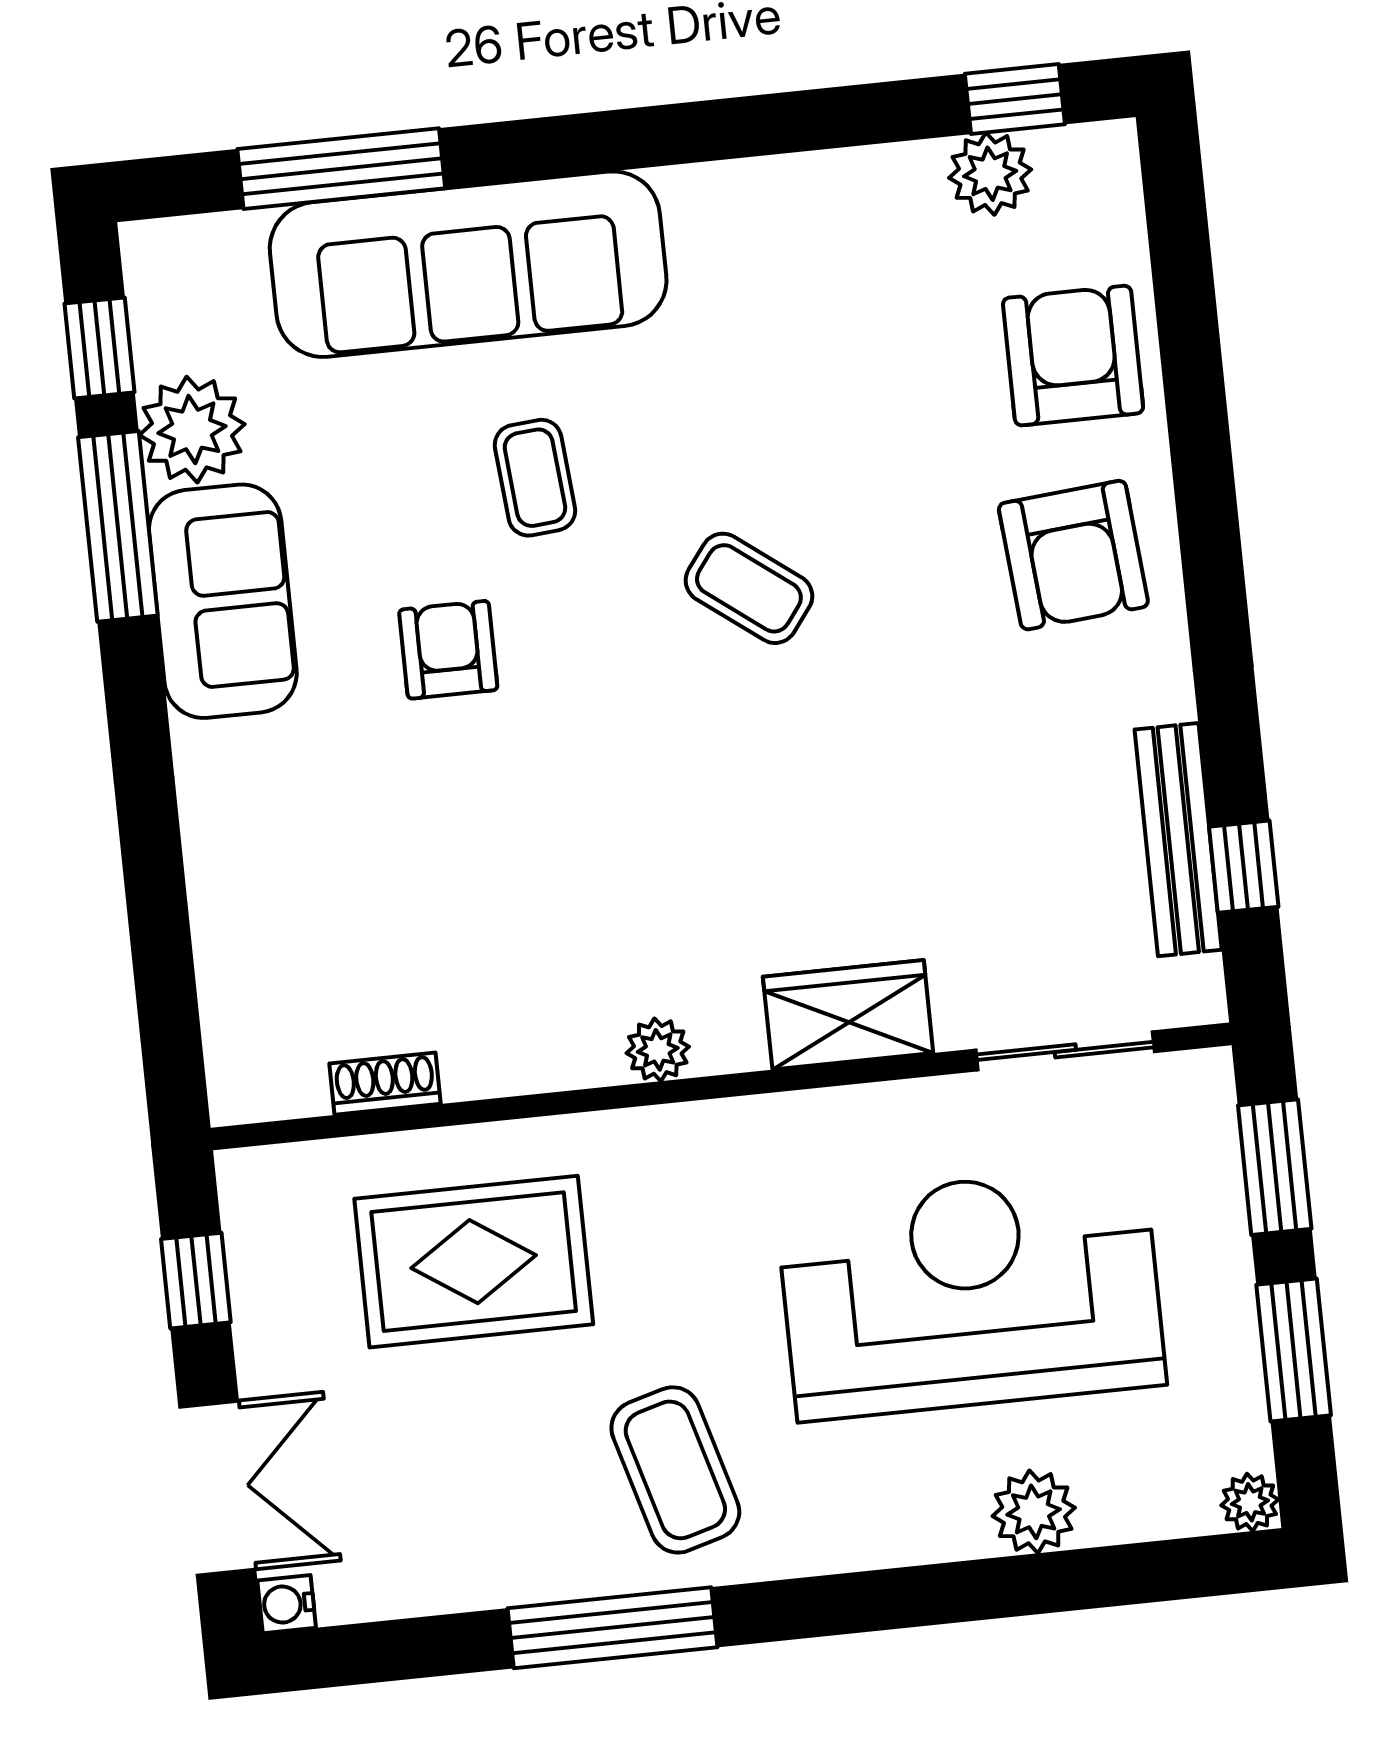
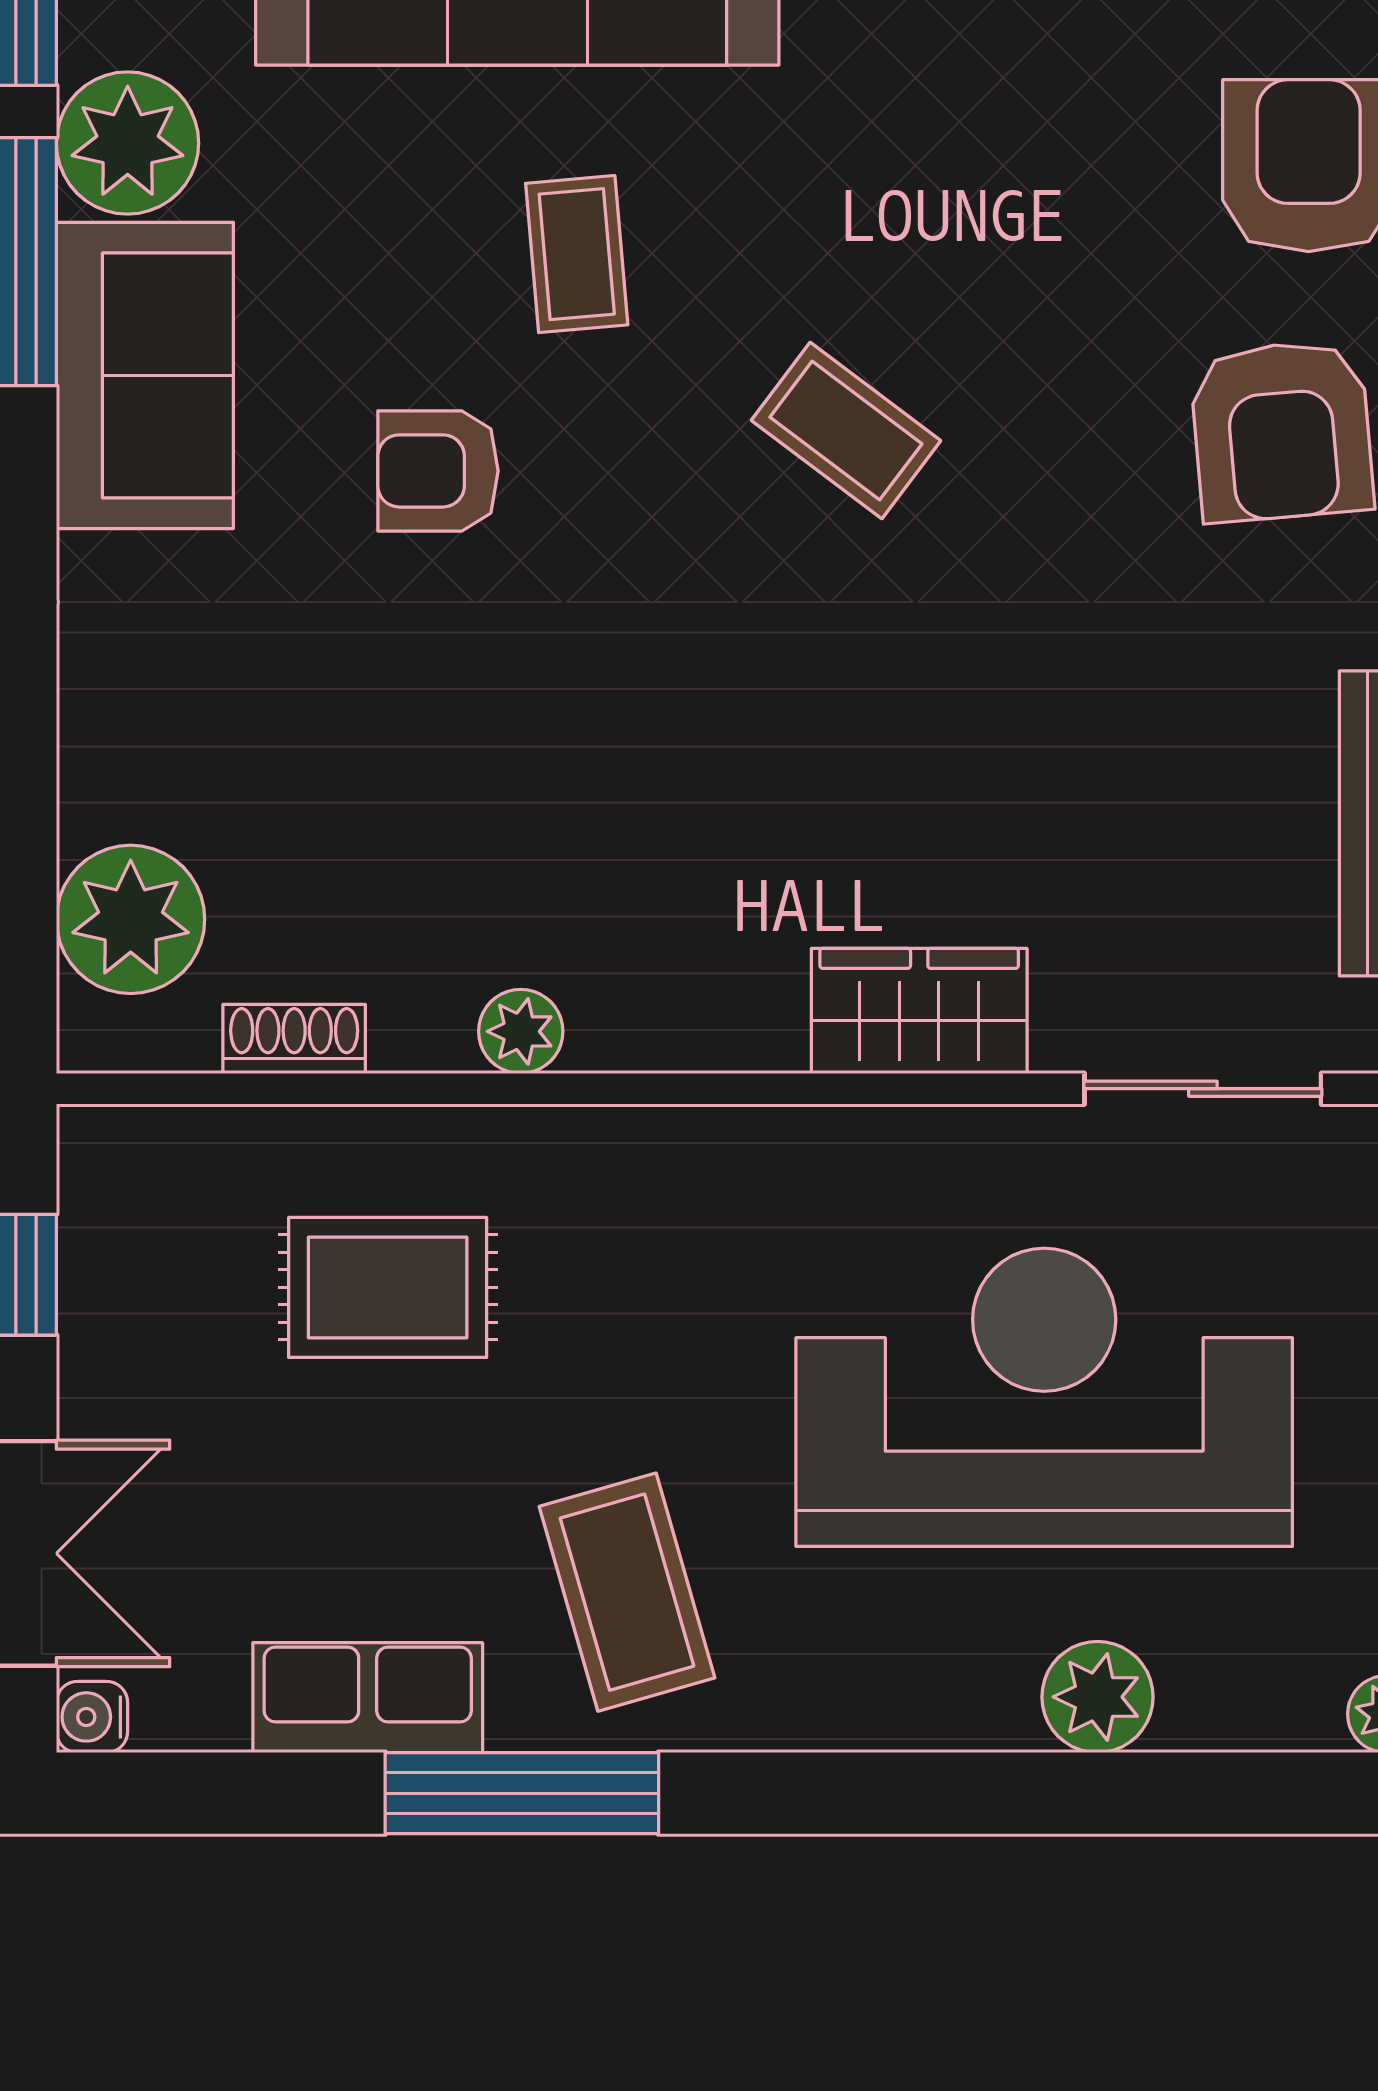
armchair: (448, 650) -> (438, 471), turned -90
plant: (254, 1007) -> (131, 919), added
plant: (658, 1050) -> (521, 1031), moved
rug: (474, 1262) -> (388, 1287), width x0.73, depth x0.70
row of seats: (490, 1568) -> (368, 1698), added

